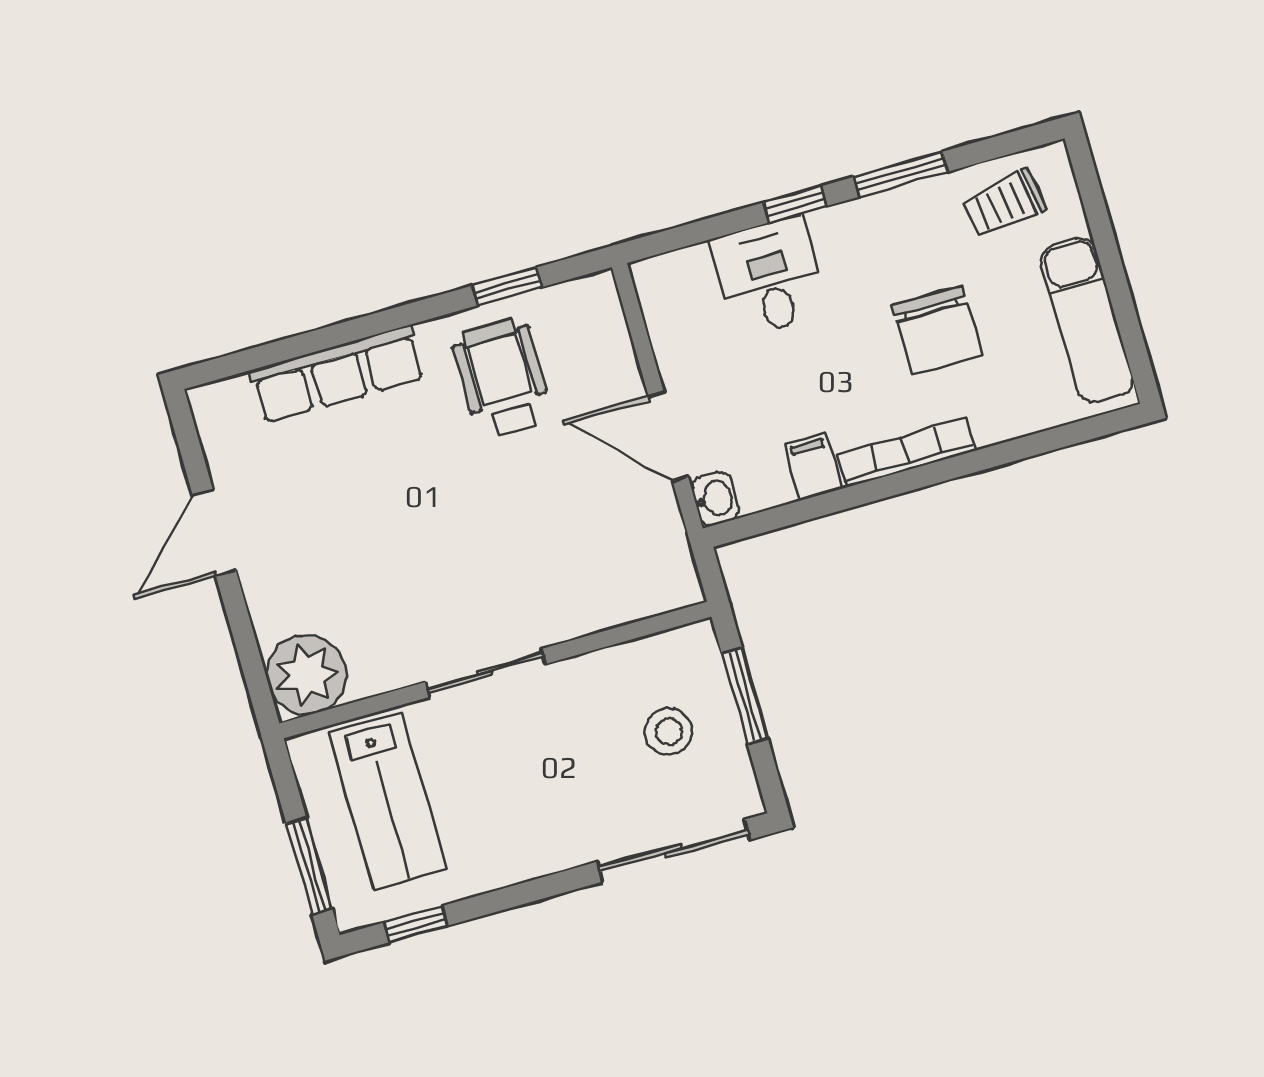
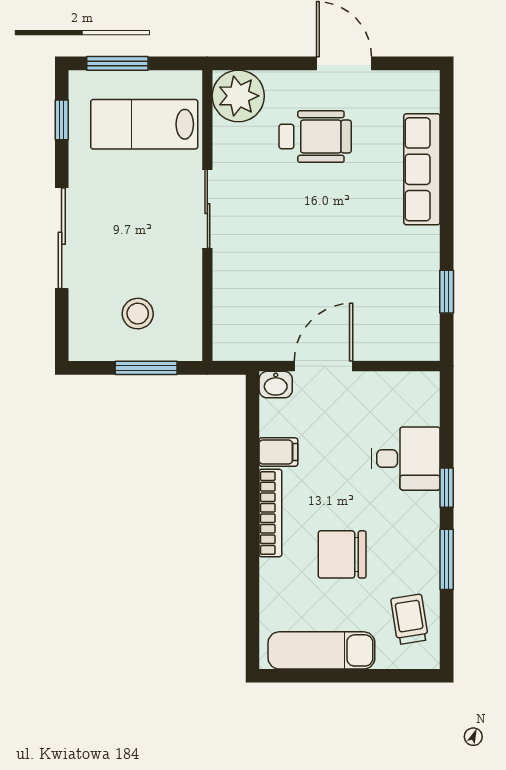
wheelchair: (502, 378) -> (315, 137), moved
sliding door: (674, 851) -> (62, 238), moved

